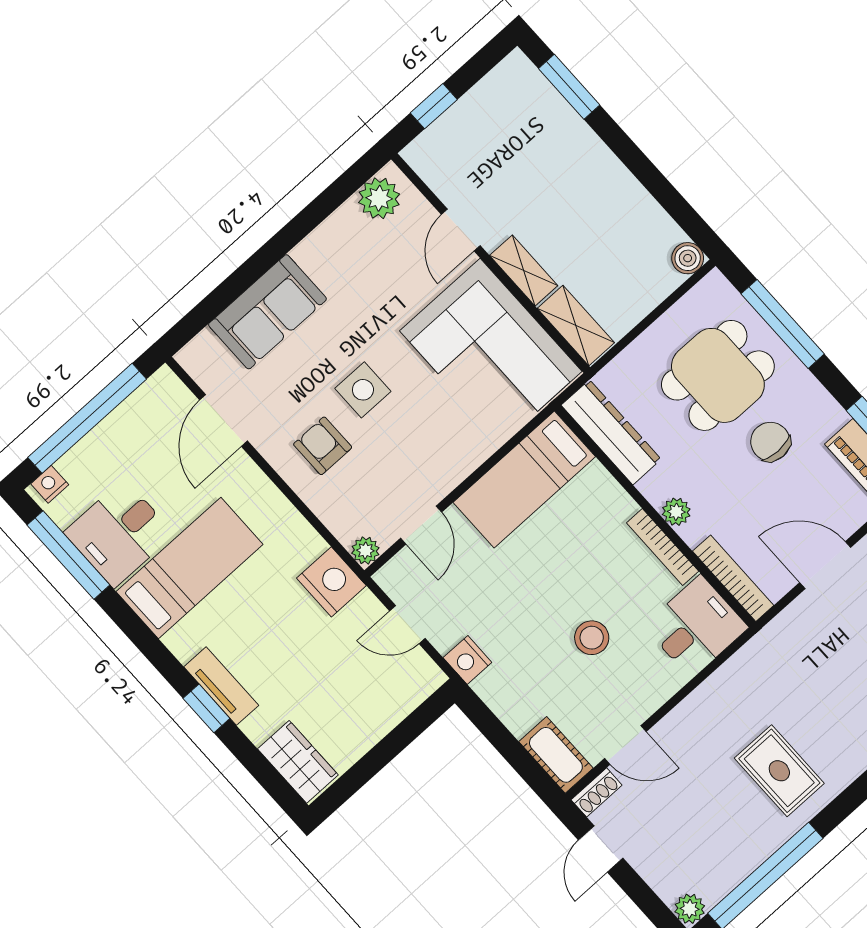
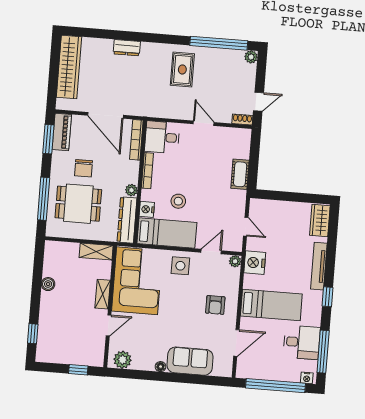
window: (569, 87) -> (33, 334), width x0.67
floor lamp: (306, 252) -> (161, 367), added
boiler: (688, 258) -> (48, 284), moved
shelving: (576, 325) -> (96, 252), moved, turned 90
side table: (363, 390) -> (180, 266), moved
plant: (676, 512) -> (131, 190), moved
door: (825, 565) -> (106, 115), width x1.36
bed: (190, 568) -> (271, 305), moved, turned 180
stool: (592, 638) -> (178, 201), moved
nightstand: (467, 660) -> (147, 209), moved, turned 180
tv unit: (221, 686) -> (319, 266), width x1.41
window: (206, 708) -> (327, 297), moved
door: (625, 745) -> (204, 123), moved
cot: (556, 755) -> (240, 174), moved

